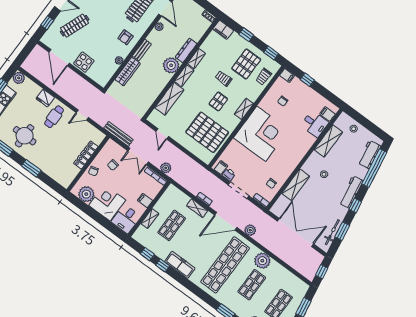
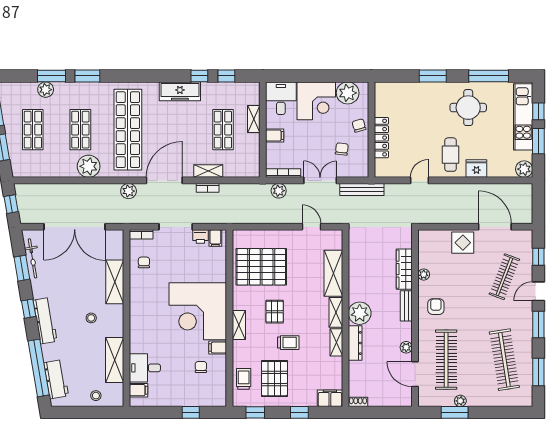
filing cabinet: (287, 75) -> (218, 348), moved

